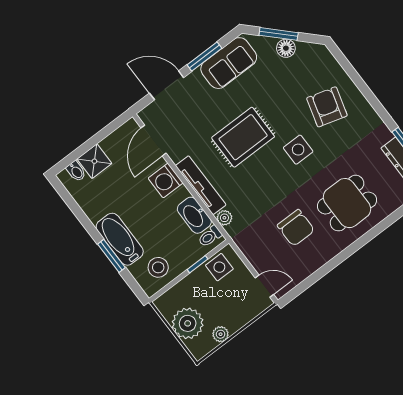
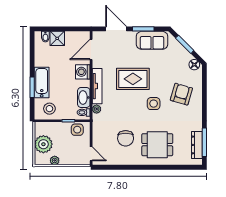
floor lamp: (286, 48) -> (194, 65), moved

